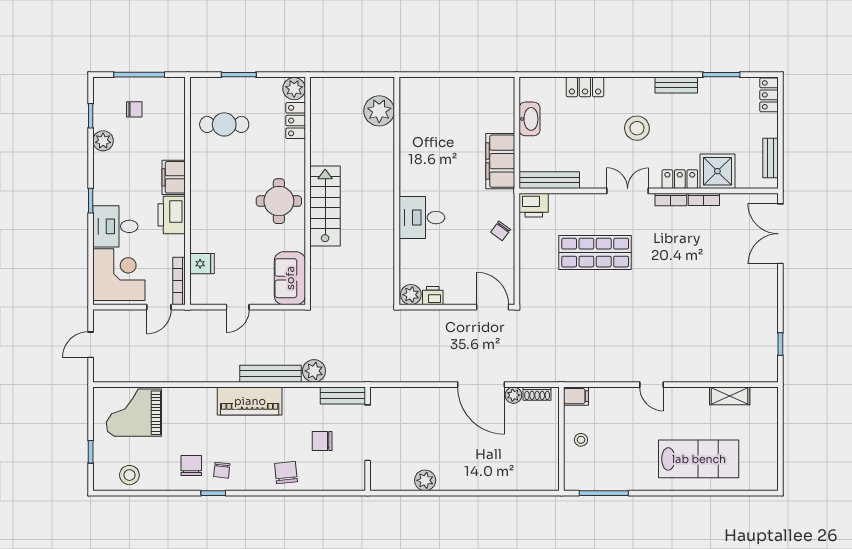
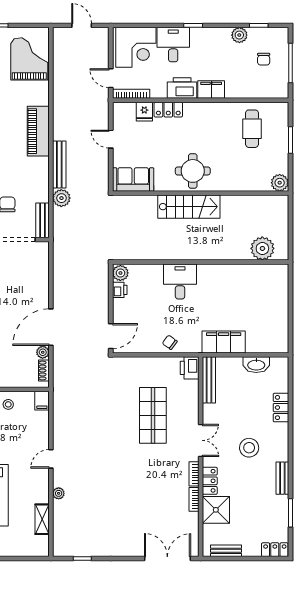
locker: (296, 121) -> (168, 110), moved, turned 180
plant: (696, 375) -> (59, 493), added
piano: (250, 401) -> (38, 131), moved

